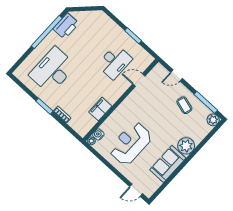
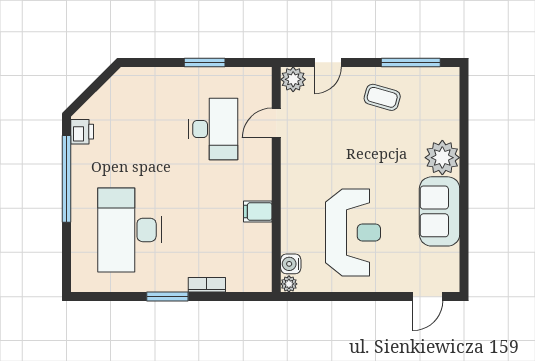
printer: (66, 26) -> (82, 132), width x0.53, depth x0.68
filing cabinet: (100, 109) -> (258, 212), width x0.50
plant: (213, 120) -> (293, 79), moved
reception desk: (130, 143) -> (353, 232), turned 180

